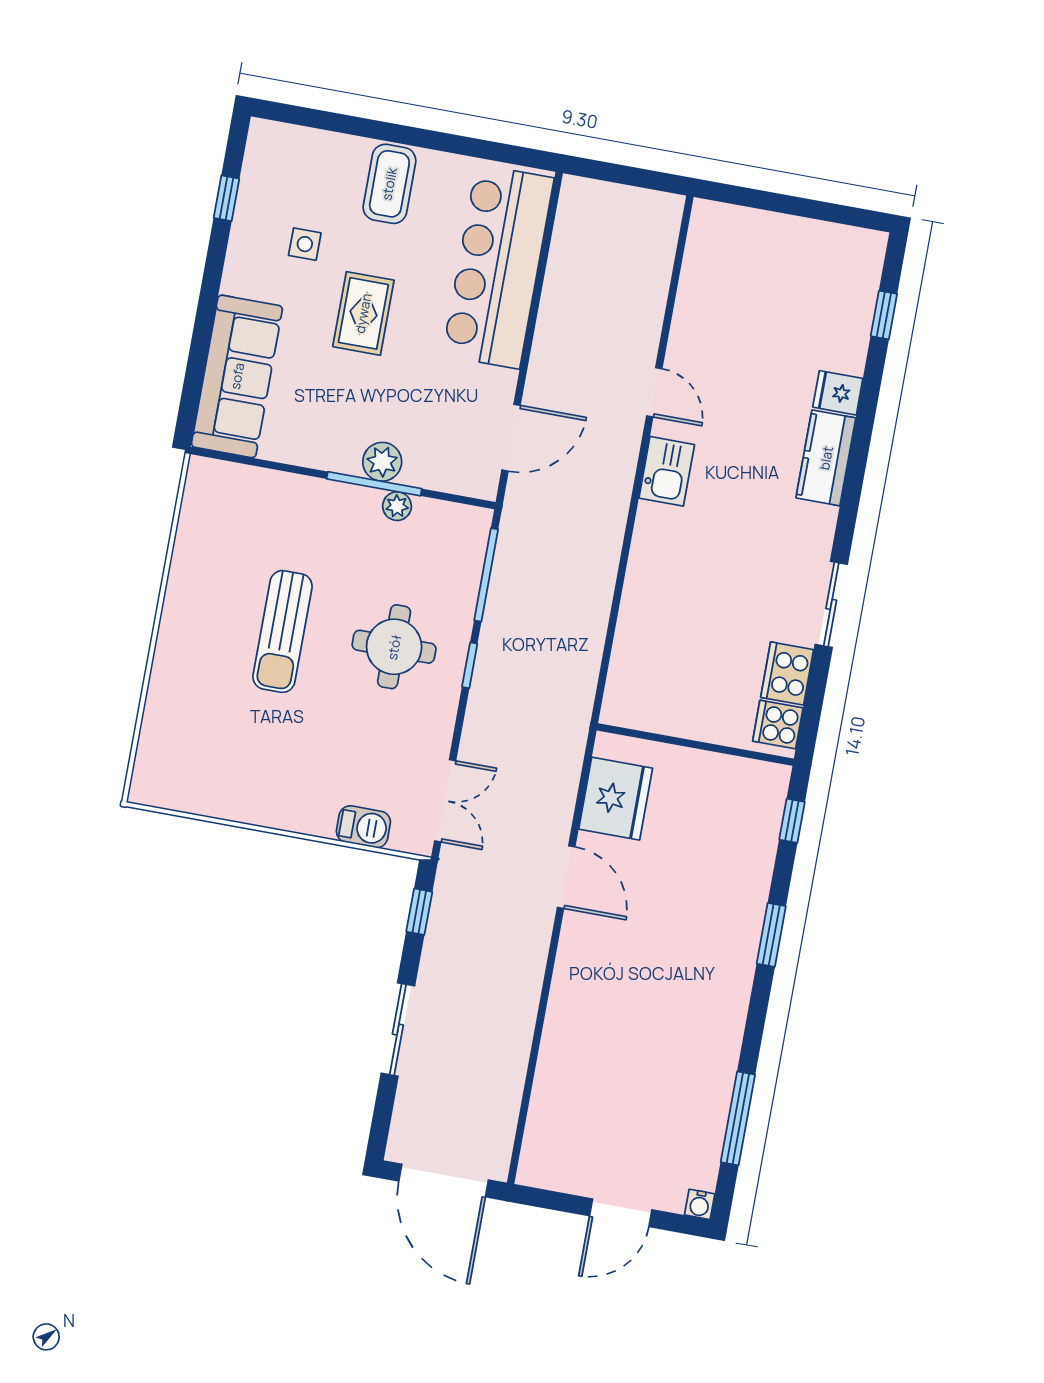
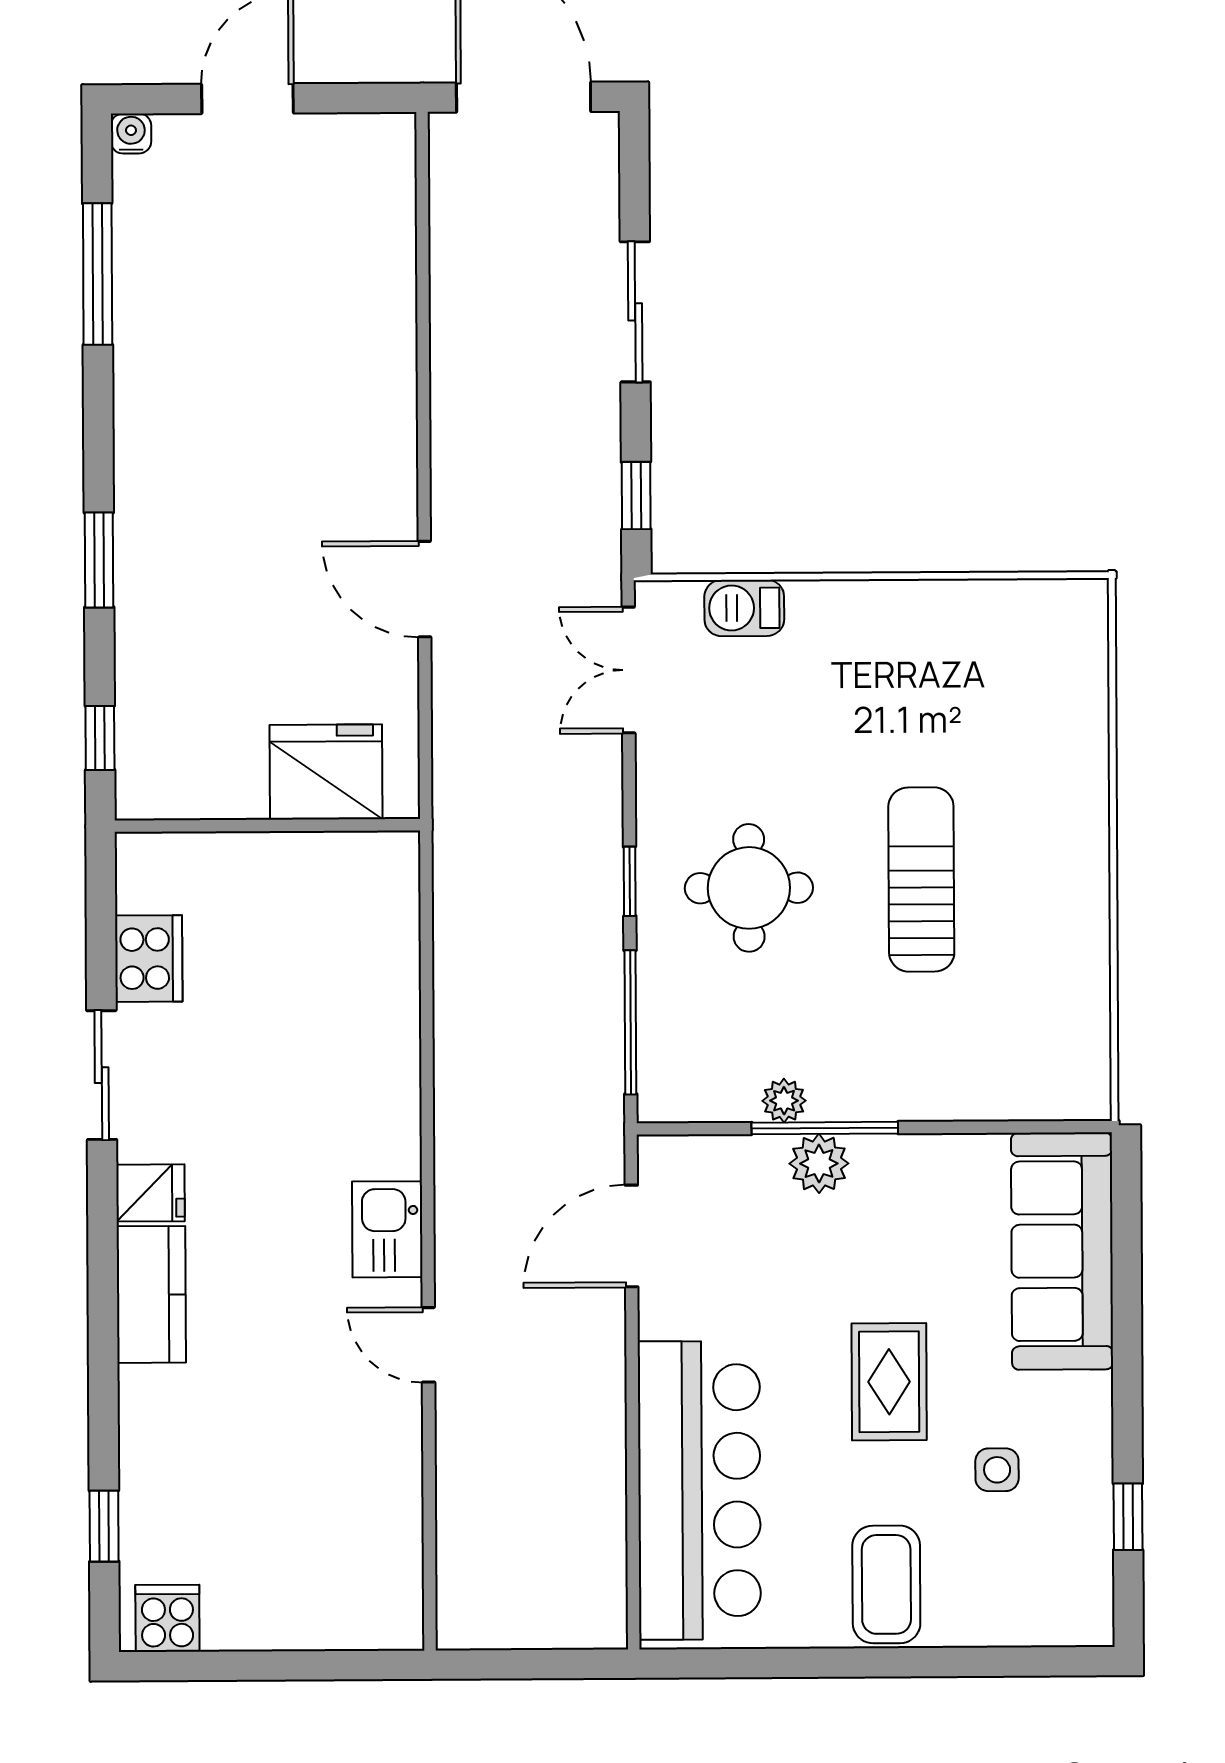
fridge: (838, 393) -> (151, 1193), moved
cooker: (778, 725) -> (167, 1618), moved, turned -90
fridge: (616, 799) -> (326, 772), moved, turned 90

